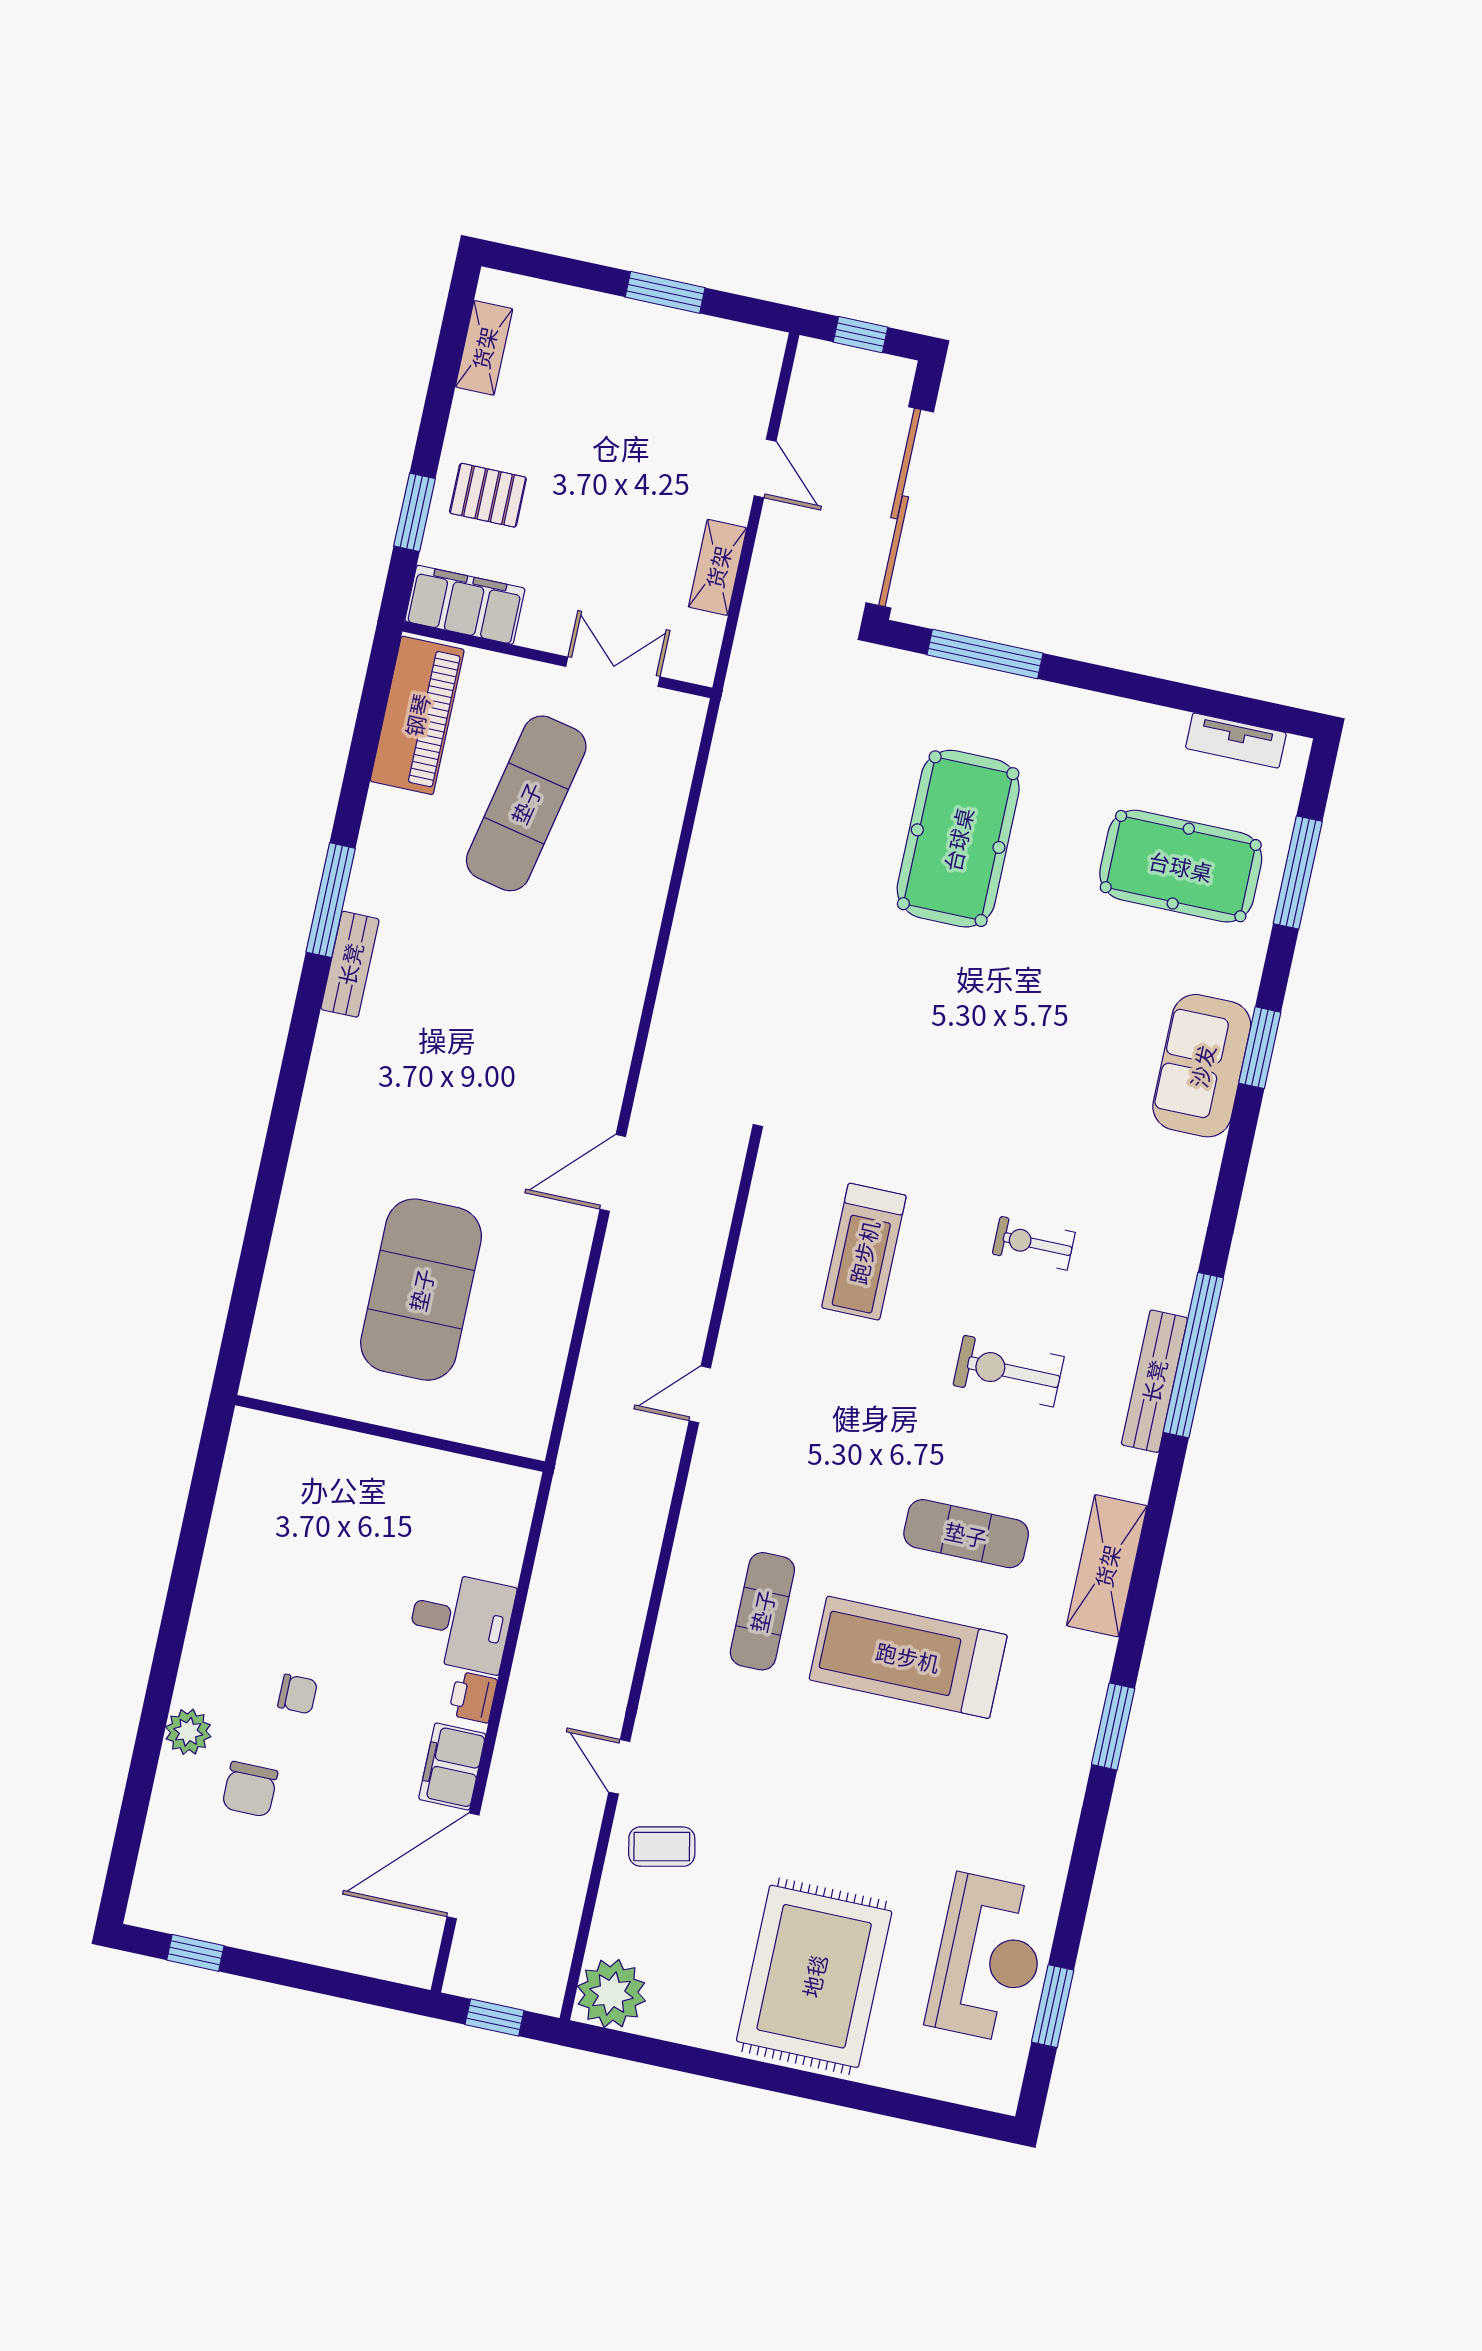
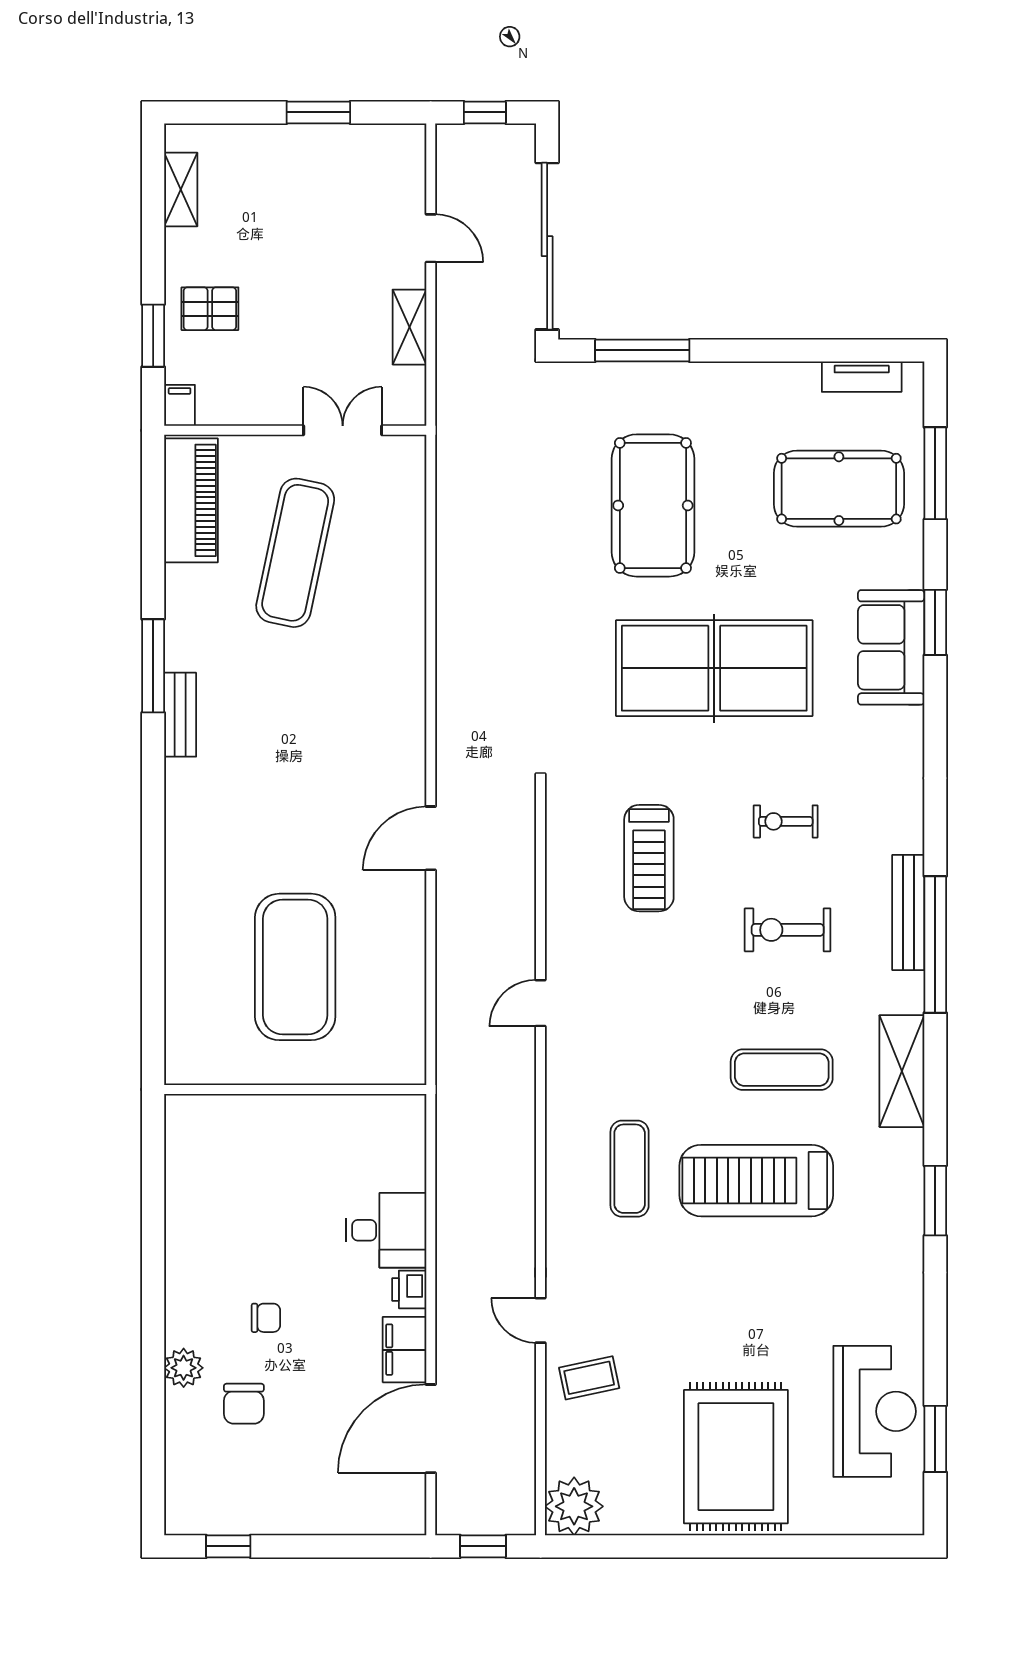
filing cabinet: (465, 605) -> (180, 405), width x0.33, depth x0.86
table tennis table: (989, 1045) -> (714, 668), added
window: (1193, 1355) -> (935, 945), moved

